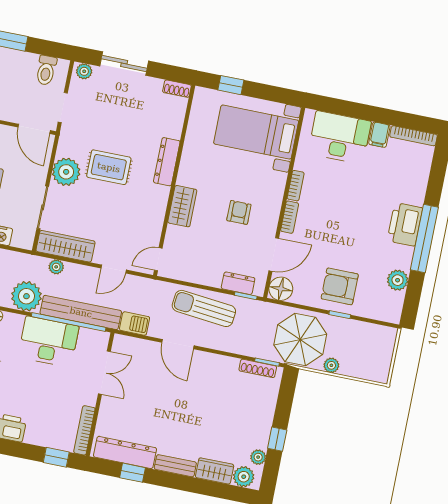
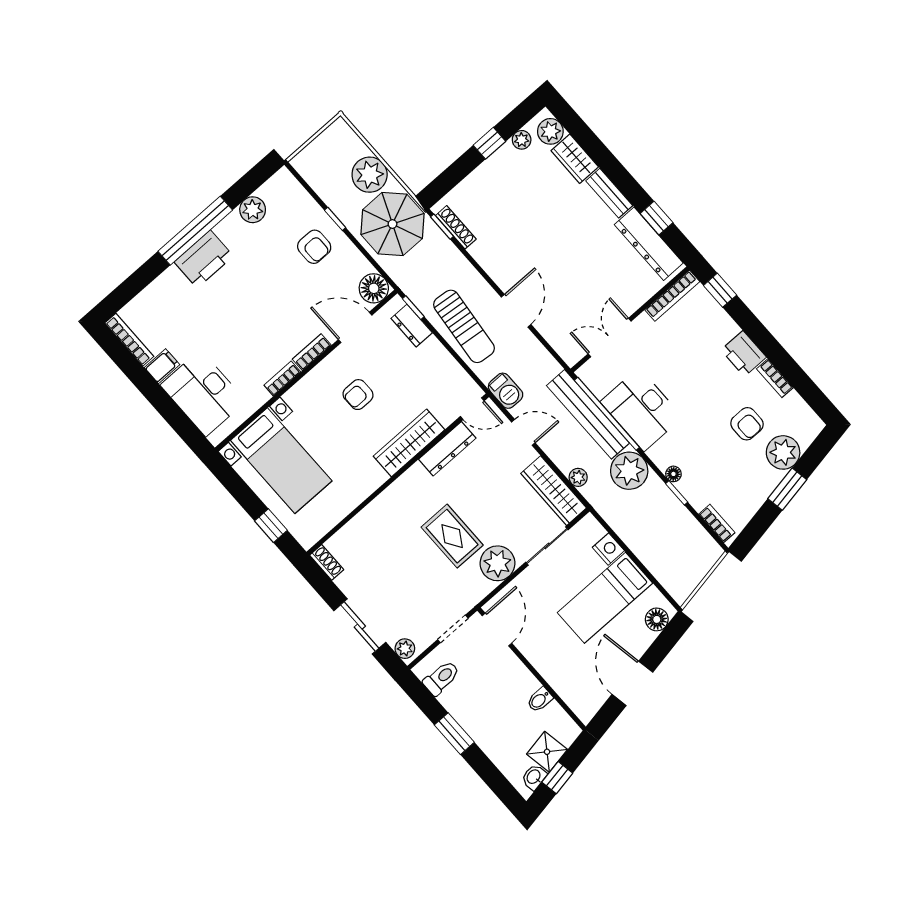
dresser: (167, 162) -> (447, 449), moved
wardrobe: (182, 206) -> (409, 443), width x1.50
armchair: (340, 286) -> (314, 247), width x0.72, depth x0.72
barbecue: (135, 324) -> (506, 391), moved, turned 180
plant: (331, 365) -> (370, 175), width x1.88, depth x1.88

